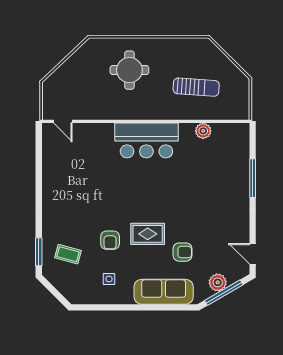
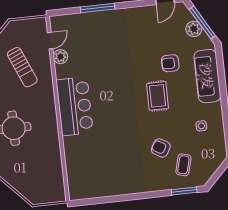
sun lounger: (196, 87) -> (22, 67), turned 153
door: (63, 121) -> (50, 41), moved
armchair: (110, 240) -> (161, 148), moved, turned -150
armchair: (182, 252) -> (170, 63), turned -90

